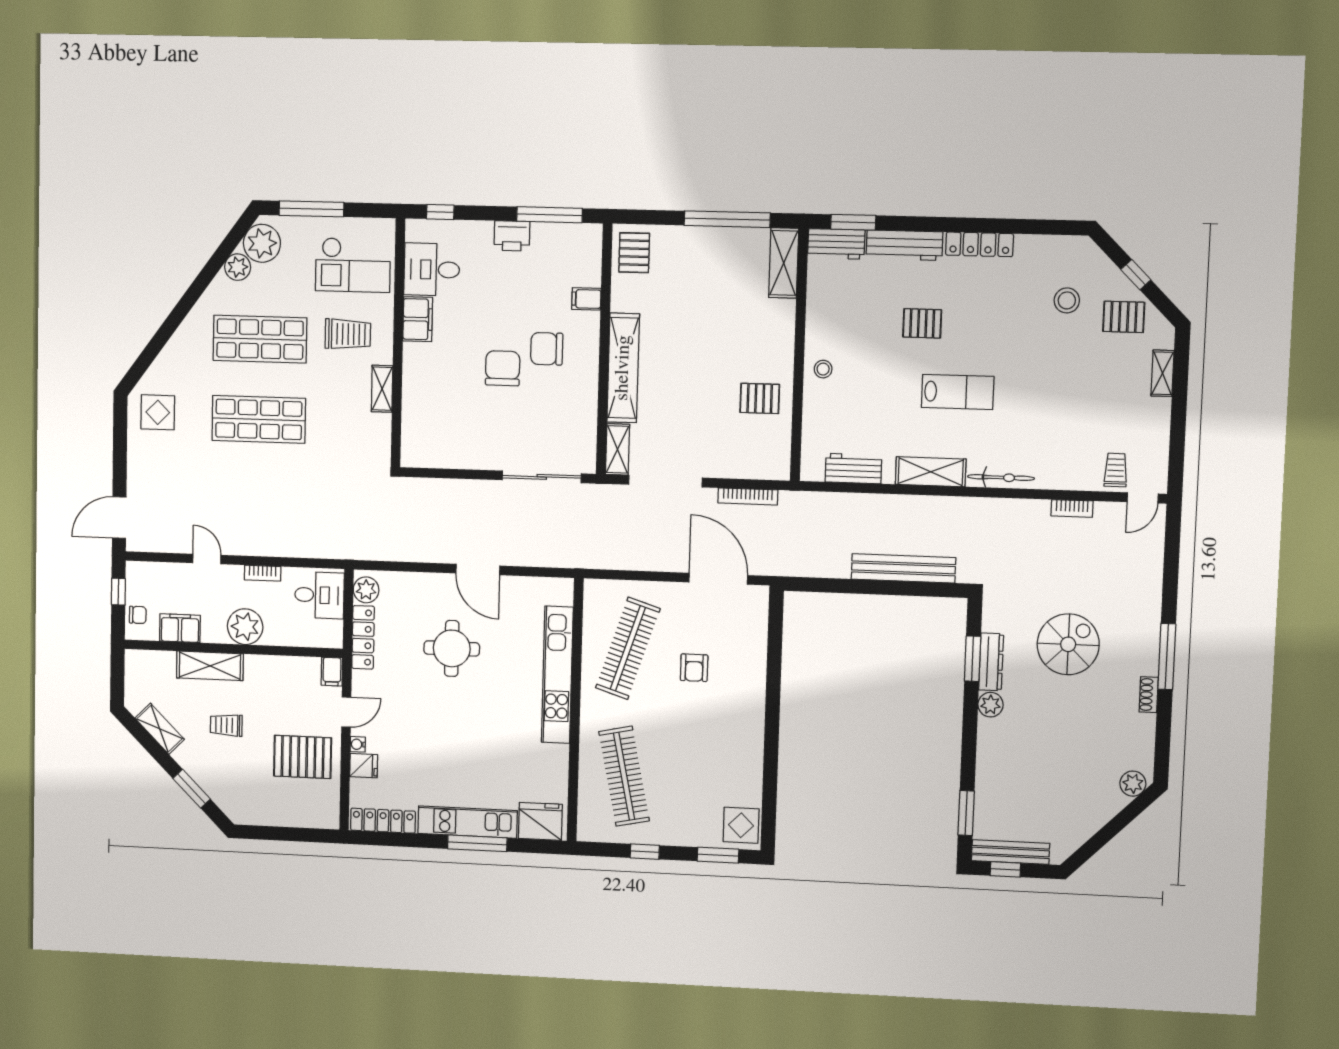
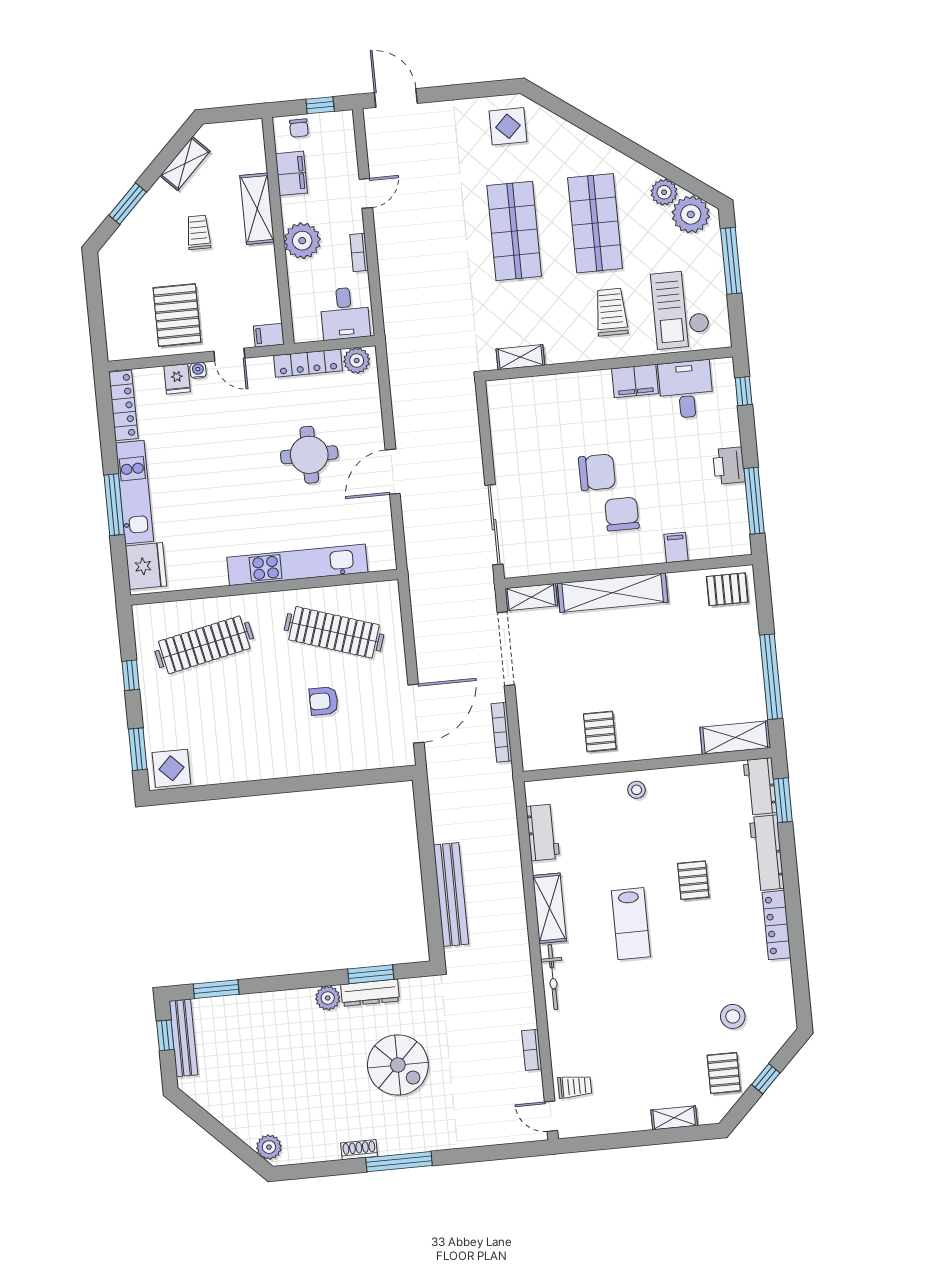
trolley: (348, 334) -> (611, 312), turned 180
shelving: (382, 389) -> (520, 357), moved

